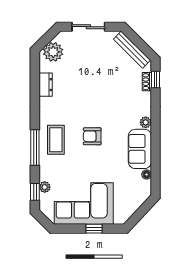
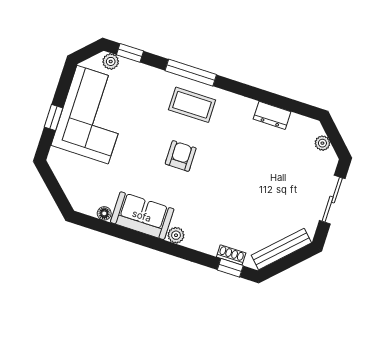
plant: (53, 52) -> (322, 143), width x0.53, depth x0.53
plant: (45, 187) -> (111, 61), moved

